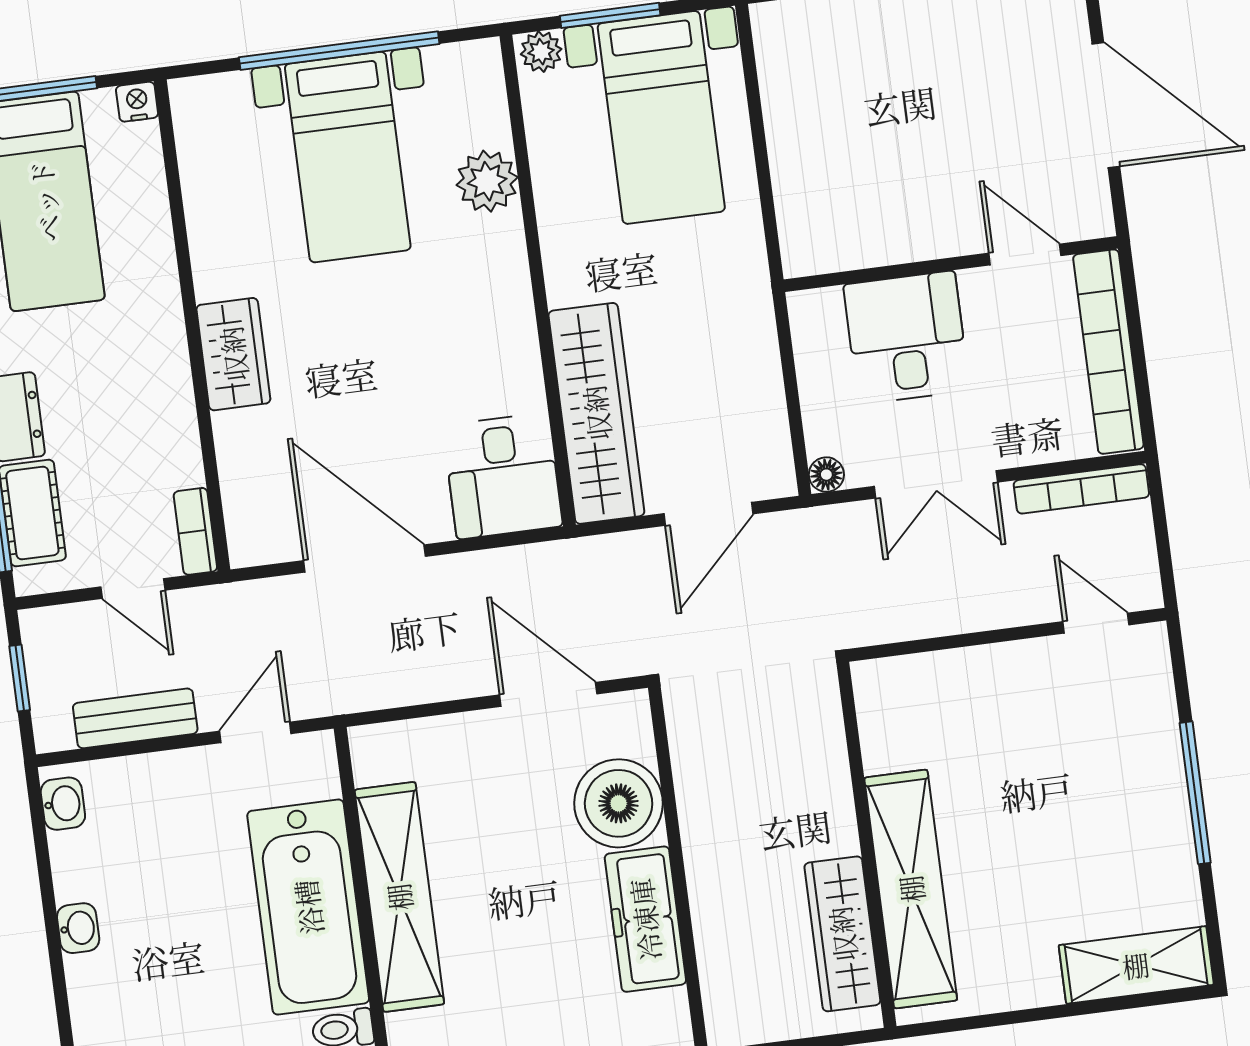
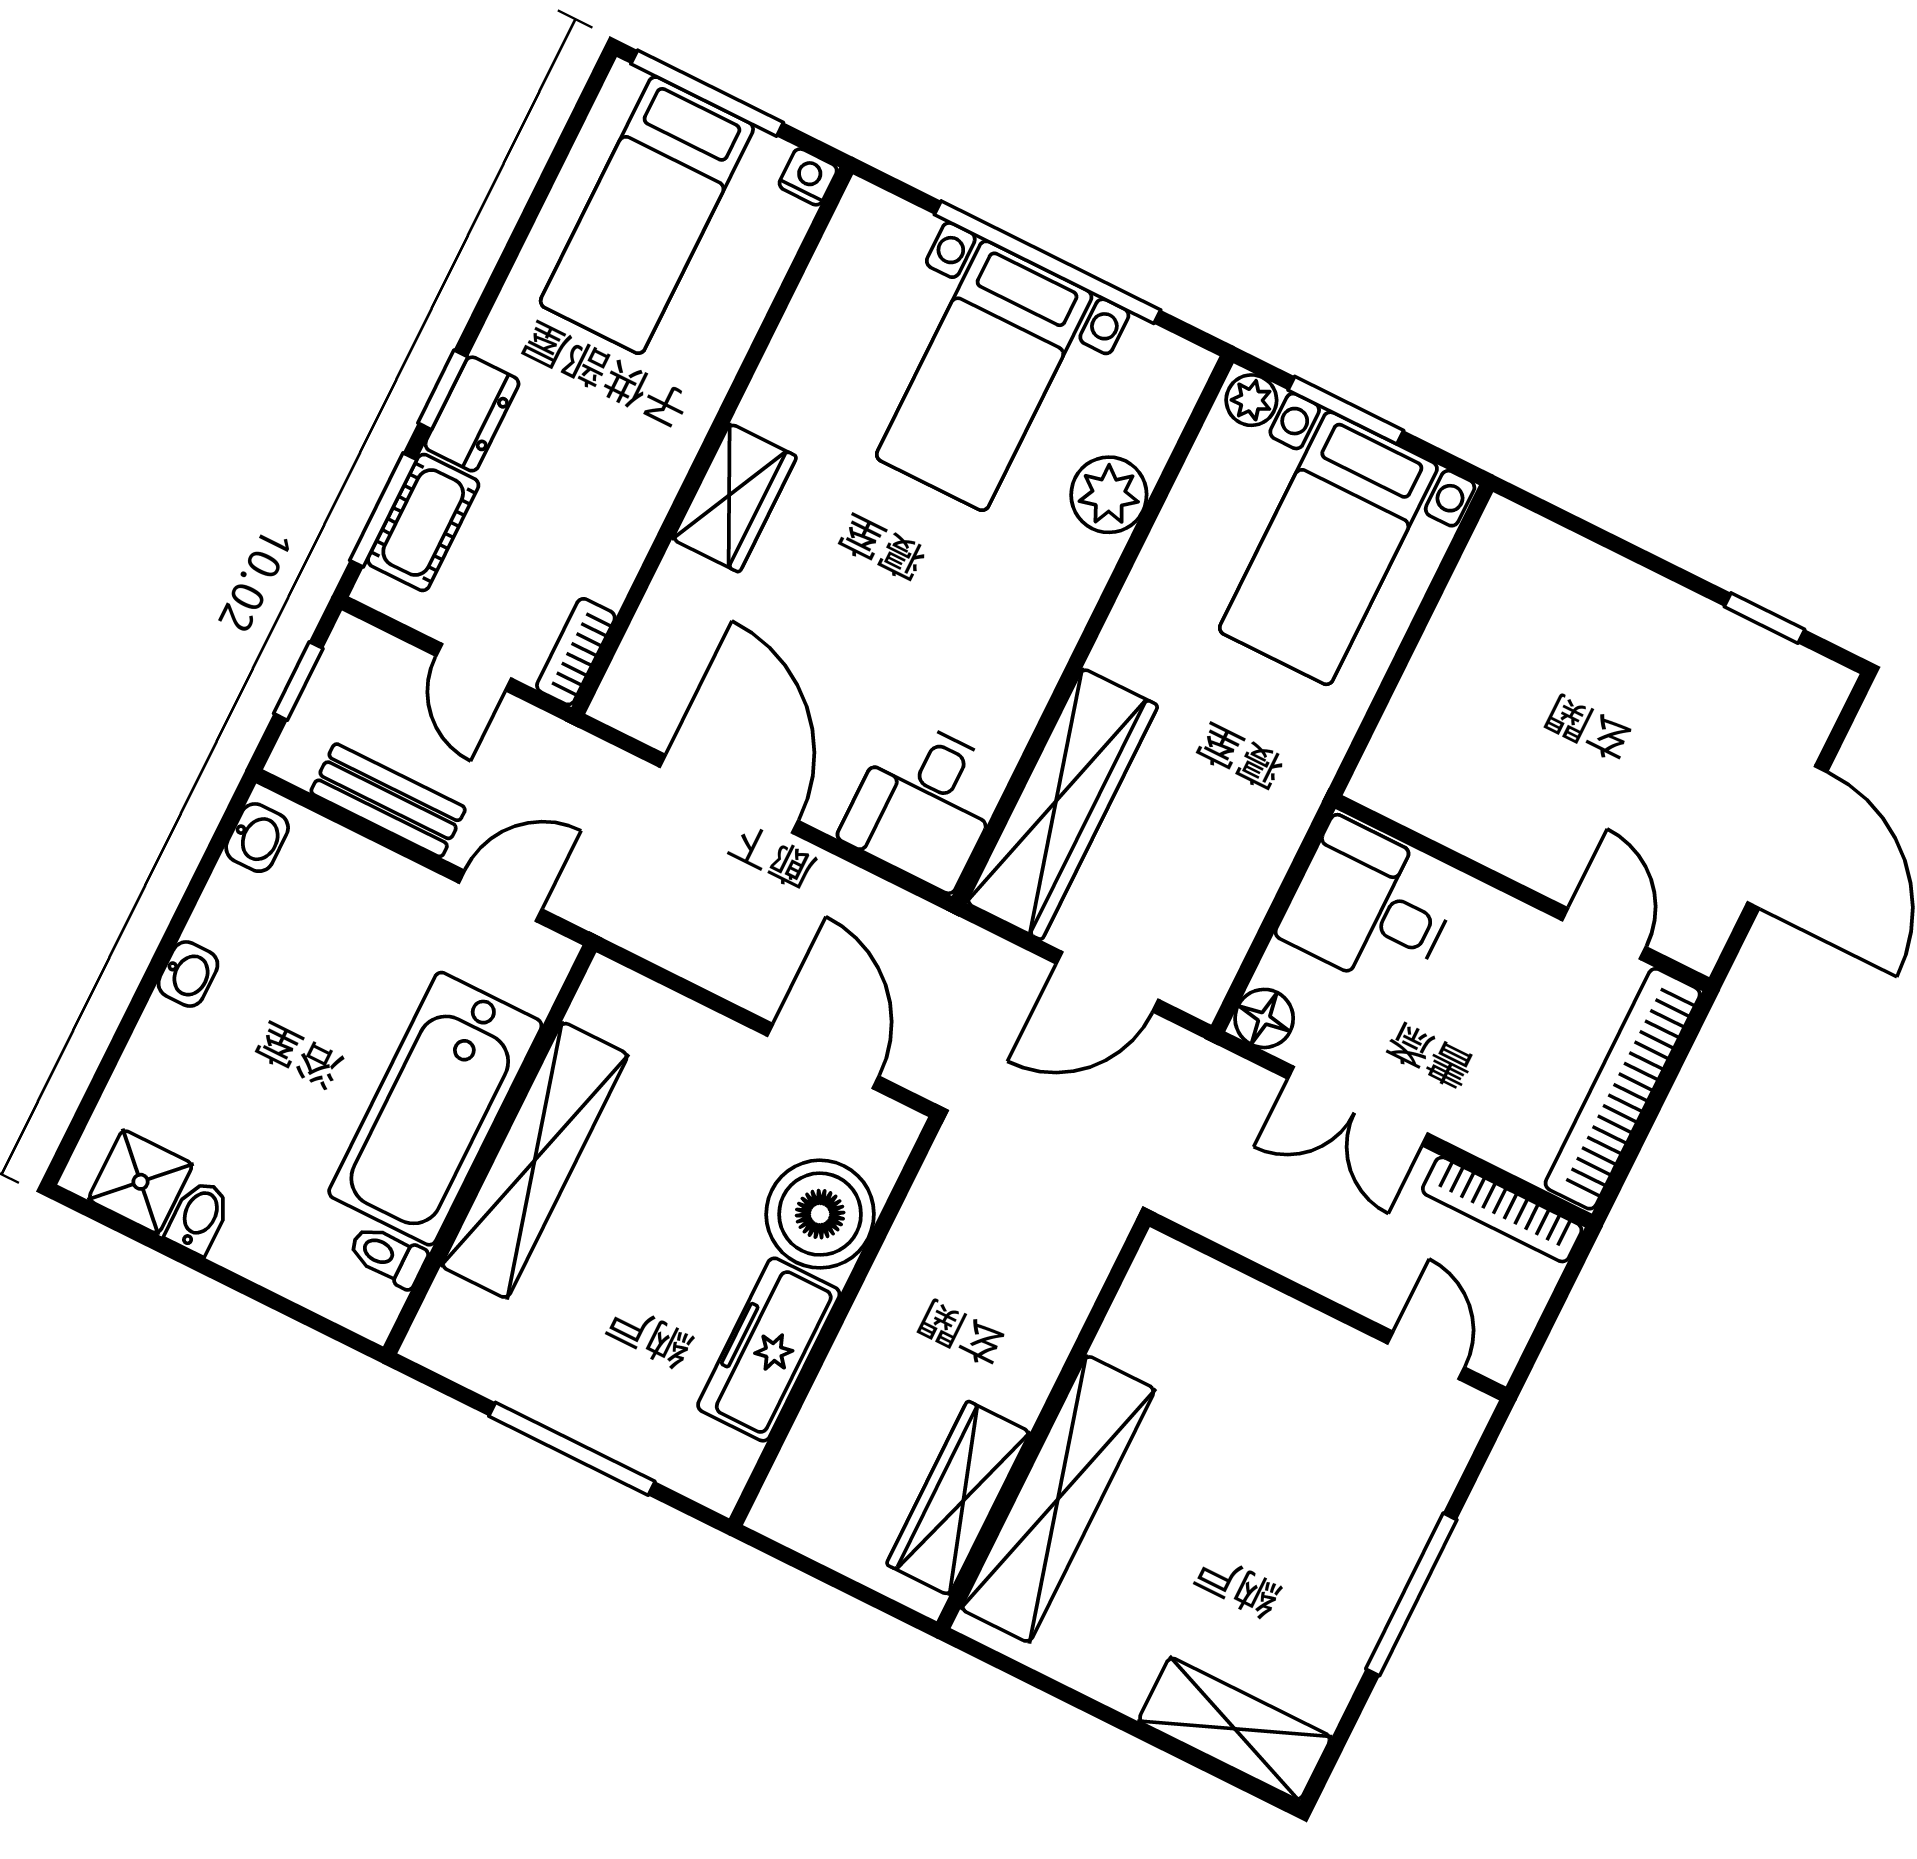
desk: (907, 337) -> (1370, 907), moved, turned -90
floor lamp: (826, 475) -> (1264, 1018), width x1.37, depth x1.37

